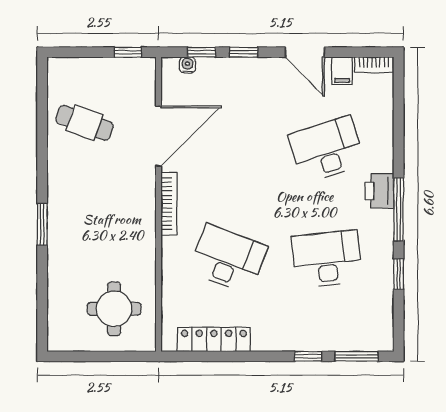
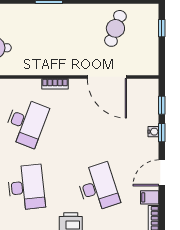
window: (128, 52) -> (162, 28), moved
water cooler: (187, 65) -> (153, 132), moved
bookcase: (169, 204) -> (55, 84), width x0.64

